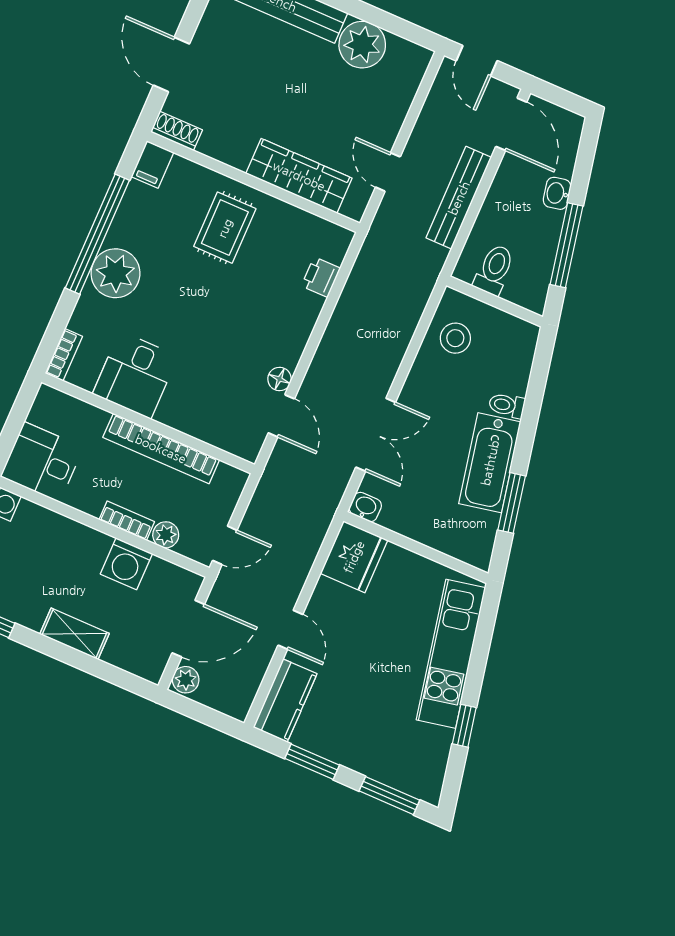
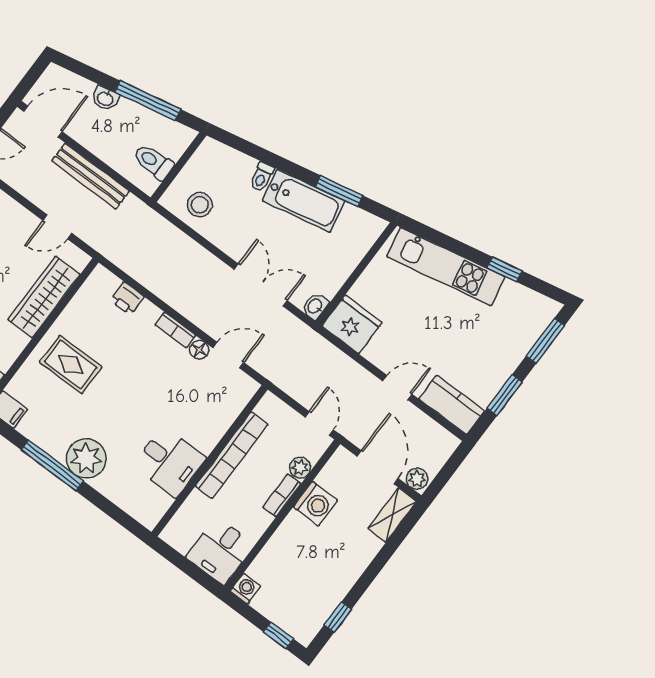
window: (97, 234) -> (52, 465), width x0.68
bookcase: (64, 355) -> (175, 330), moved, turned 180
shelving: (74, 634) -> (392, 515), moved

